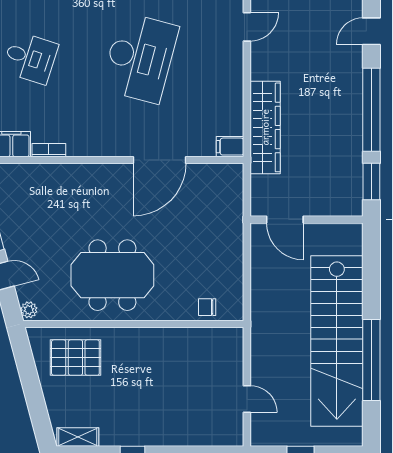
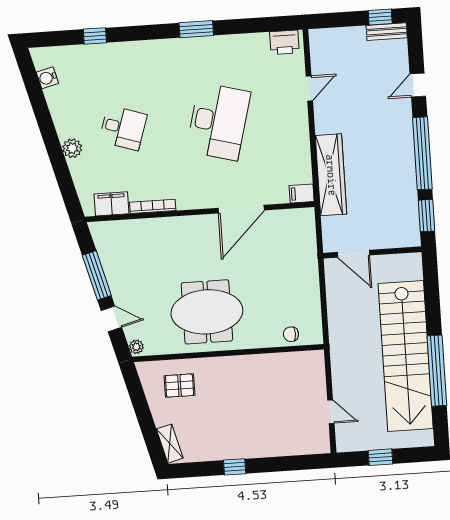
bookcase: (49, 150) -> (153, 206), width x1.56
pallet: (75, 358) -> (180, 386), width x0.67, depth x0.71
shelving: (78, 437) -> (170, 444), moved, turned 75

